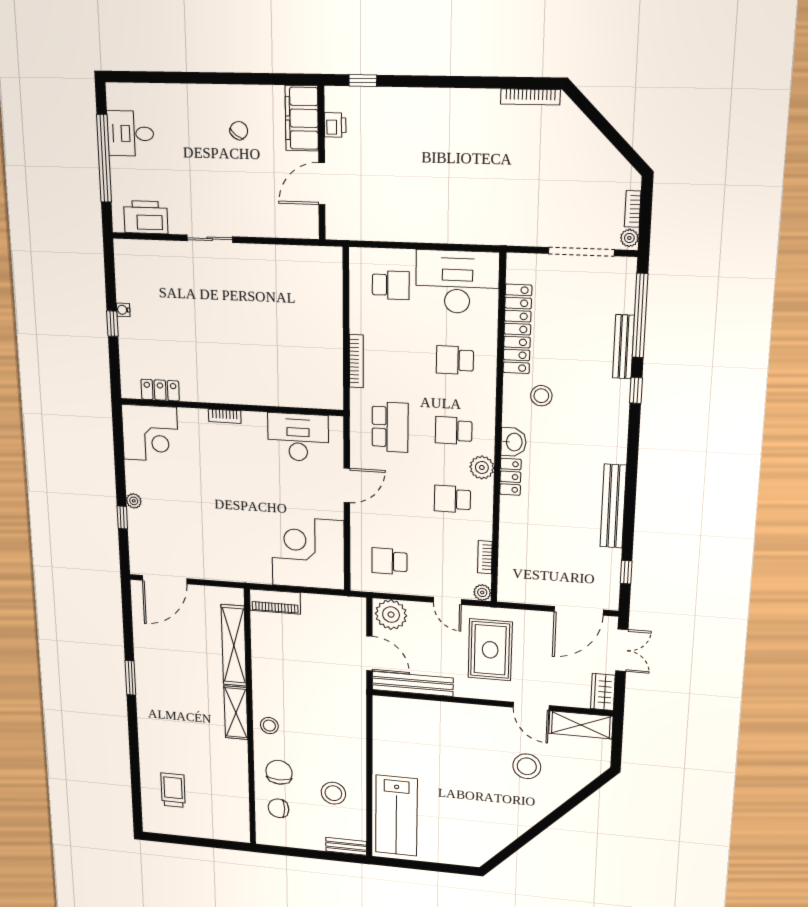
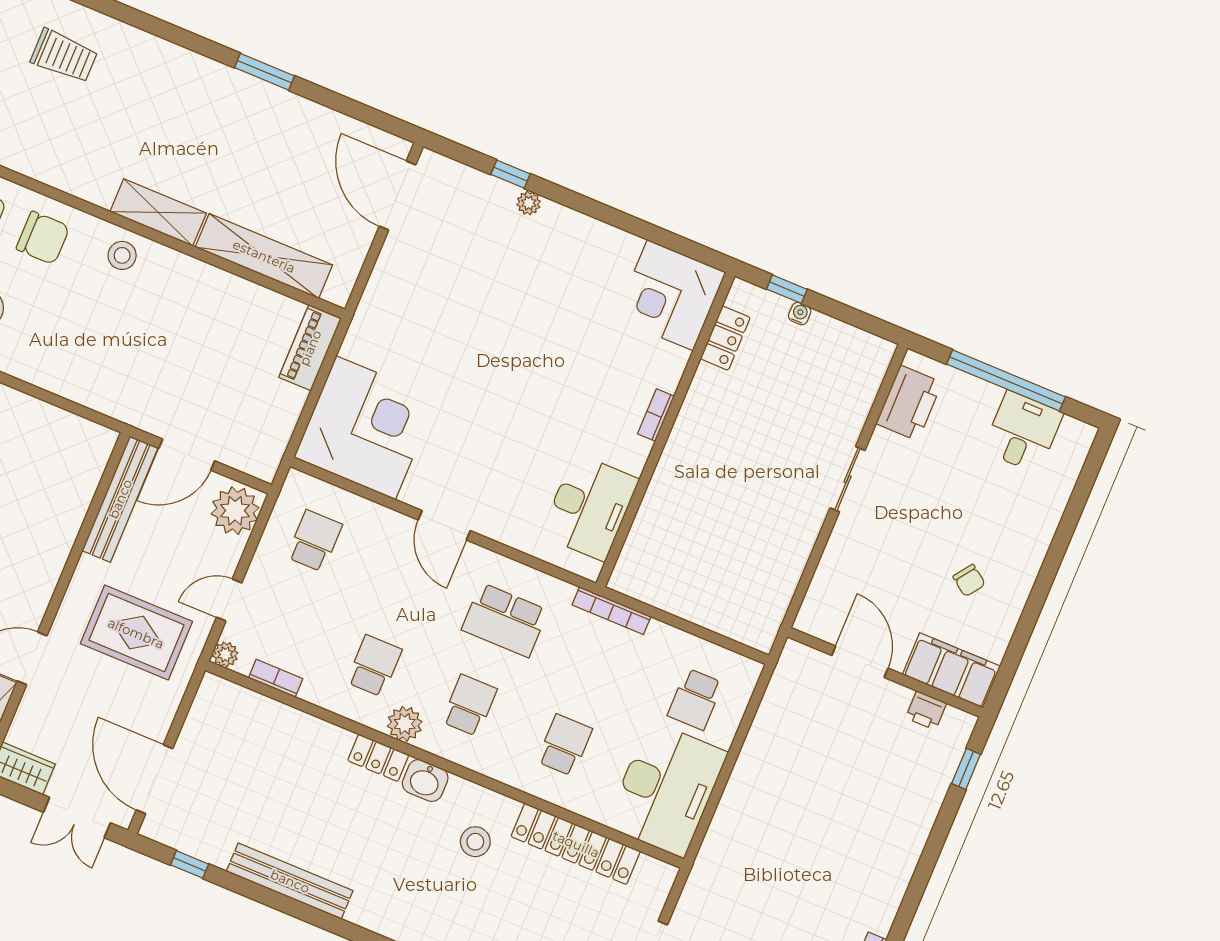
locker: (160, 390) -> (725, 338), moved
wall: (231, 407) -> (665, 430), moved
bookcase: (225, 416) -> (656, 415), moved
corner desk: (150, 433) -> (670, 295), moved
desk: (298, 437) -> (590, 507), moved

